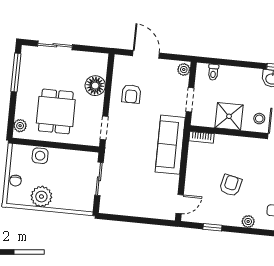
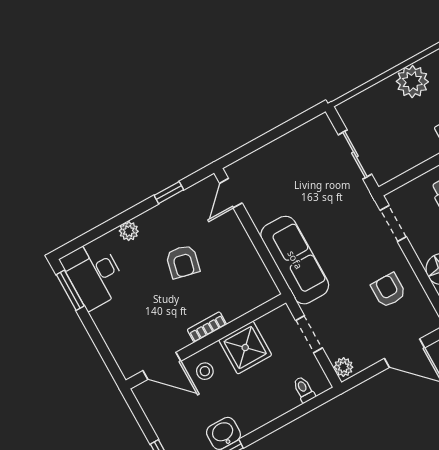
bookcase: (202, 137) -> (207, 327), moved

